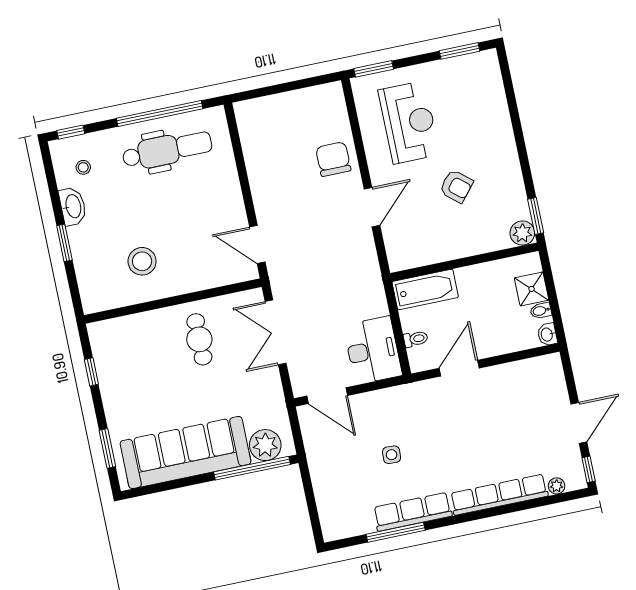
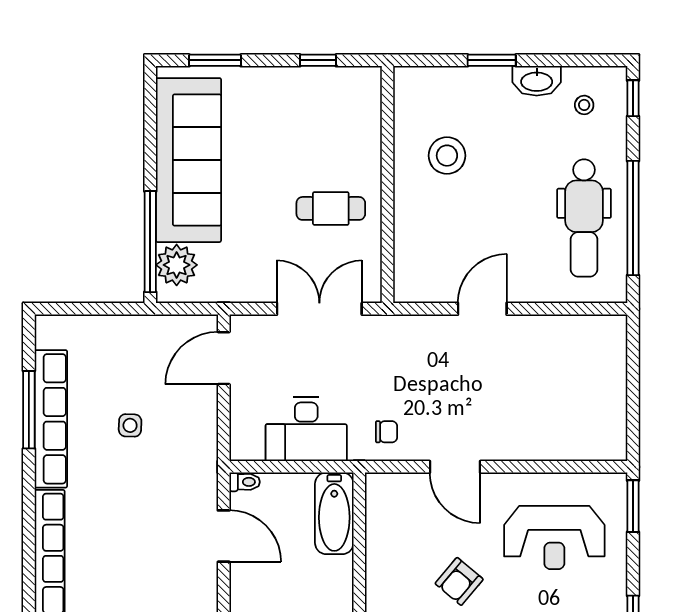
chair: (333, 159) -> (386, 432), moved, width x0.54, depth x0.54
door: (257, 244) -> (482, 309), moved
toilet: (416, 339) -> (245, 482), moved, turned -90
desk: (373, 350) -> (306, 429), moved
row of seats: (413, 512) -> (51, 419), width x1.36

